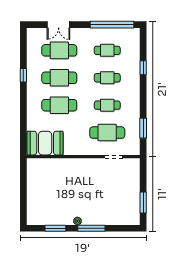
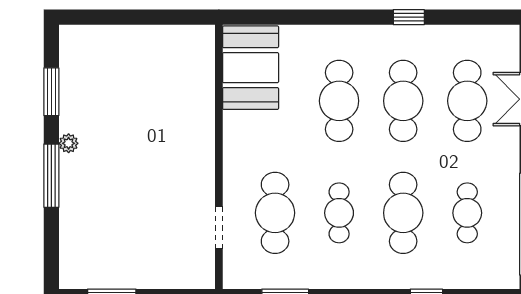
cafe table: (107, 78) -> (403, 213), width x1.37, depth x1.35

